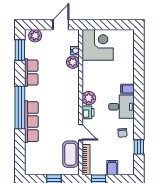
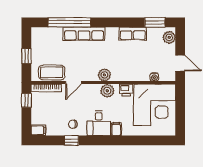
corner desk: (98, 45) -> (155, 105), width x1.36, depth x1.36
plant: (73, 62) -> (104, 75), moved
window: (20, 107) -> (69, 22), moved
printer: (88, 112) -> (126, 90), moved
window: (139, 147) -> (71, 140), moved
filing cabinet: (112, 168) -> (38, 130), moved

